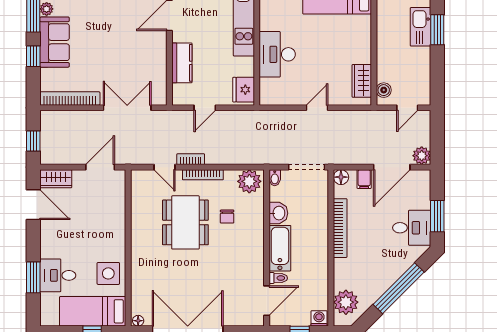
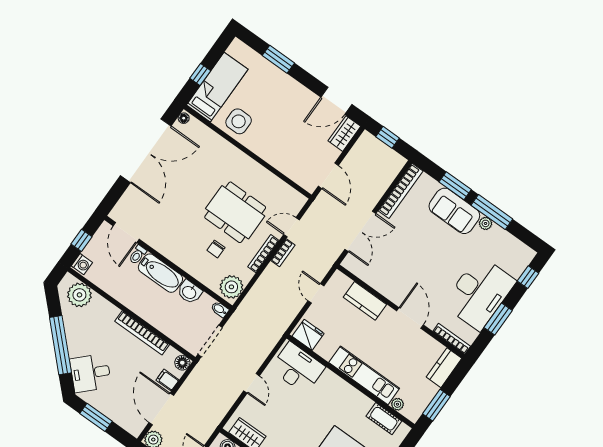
desk: (277, 54) -> (298, 368), moved
window: (33, 56) -> (455, 186), width x1.50
chair: (227, 217) -> (216, 249), turned -90
desk: (412, 228) -> (91, 373), moved, turned 45
desk: (58, 275) -> (266, 80), removed

